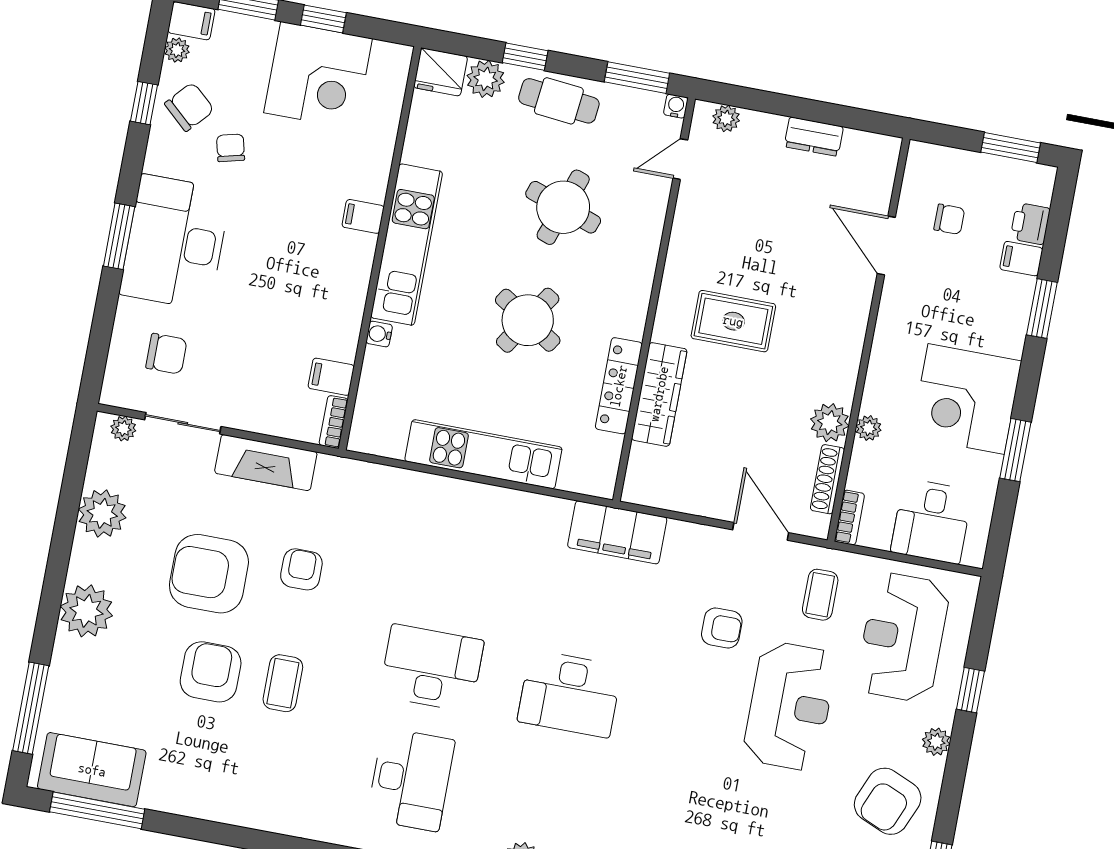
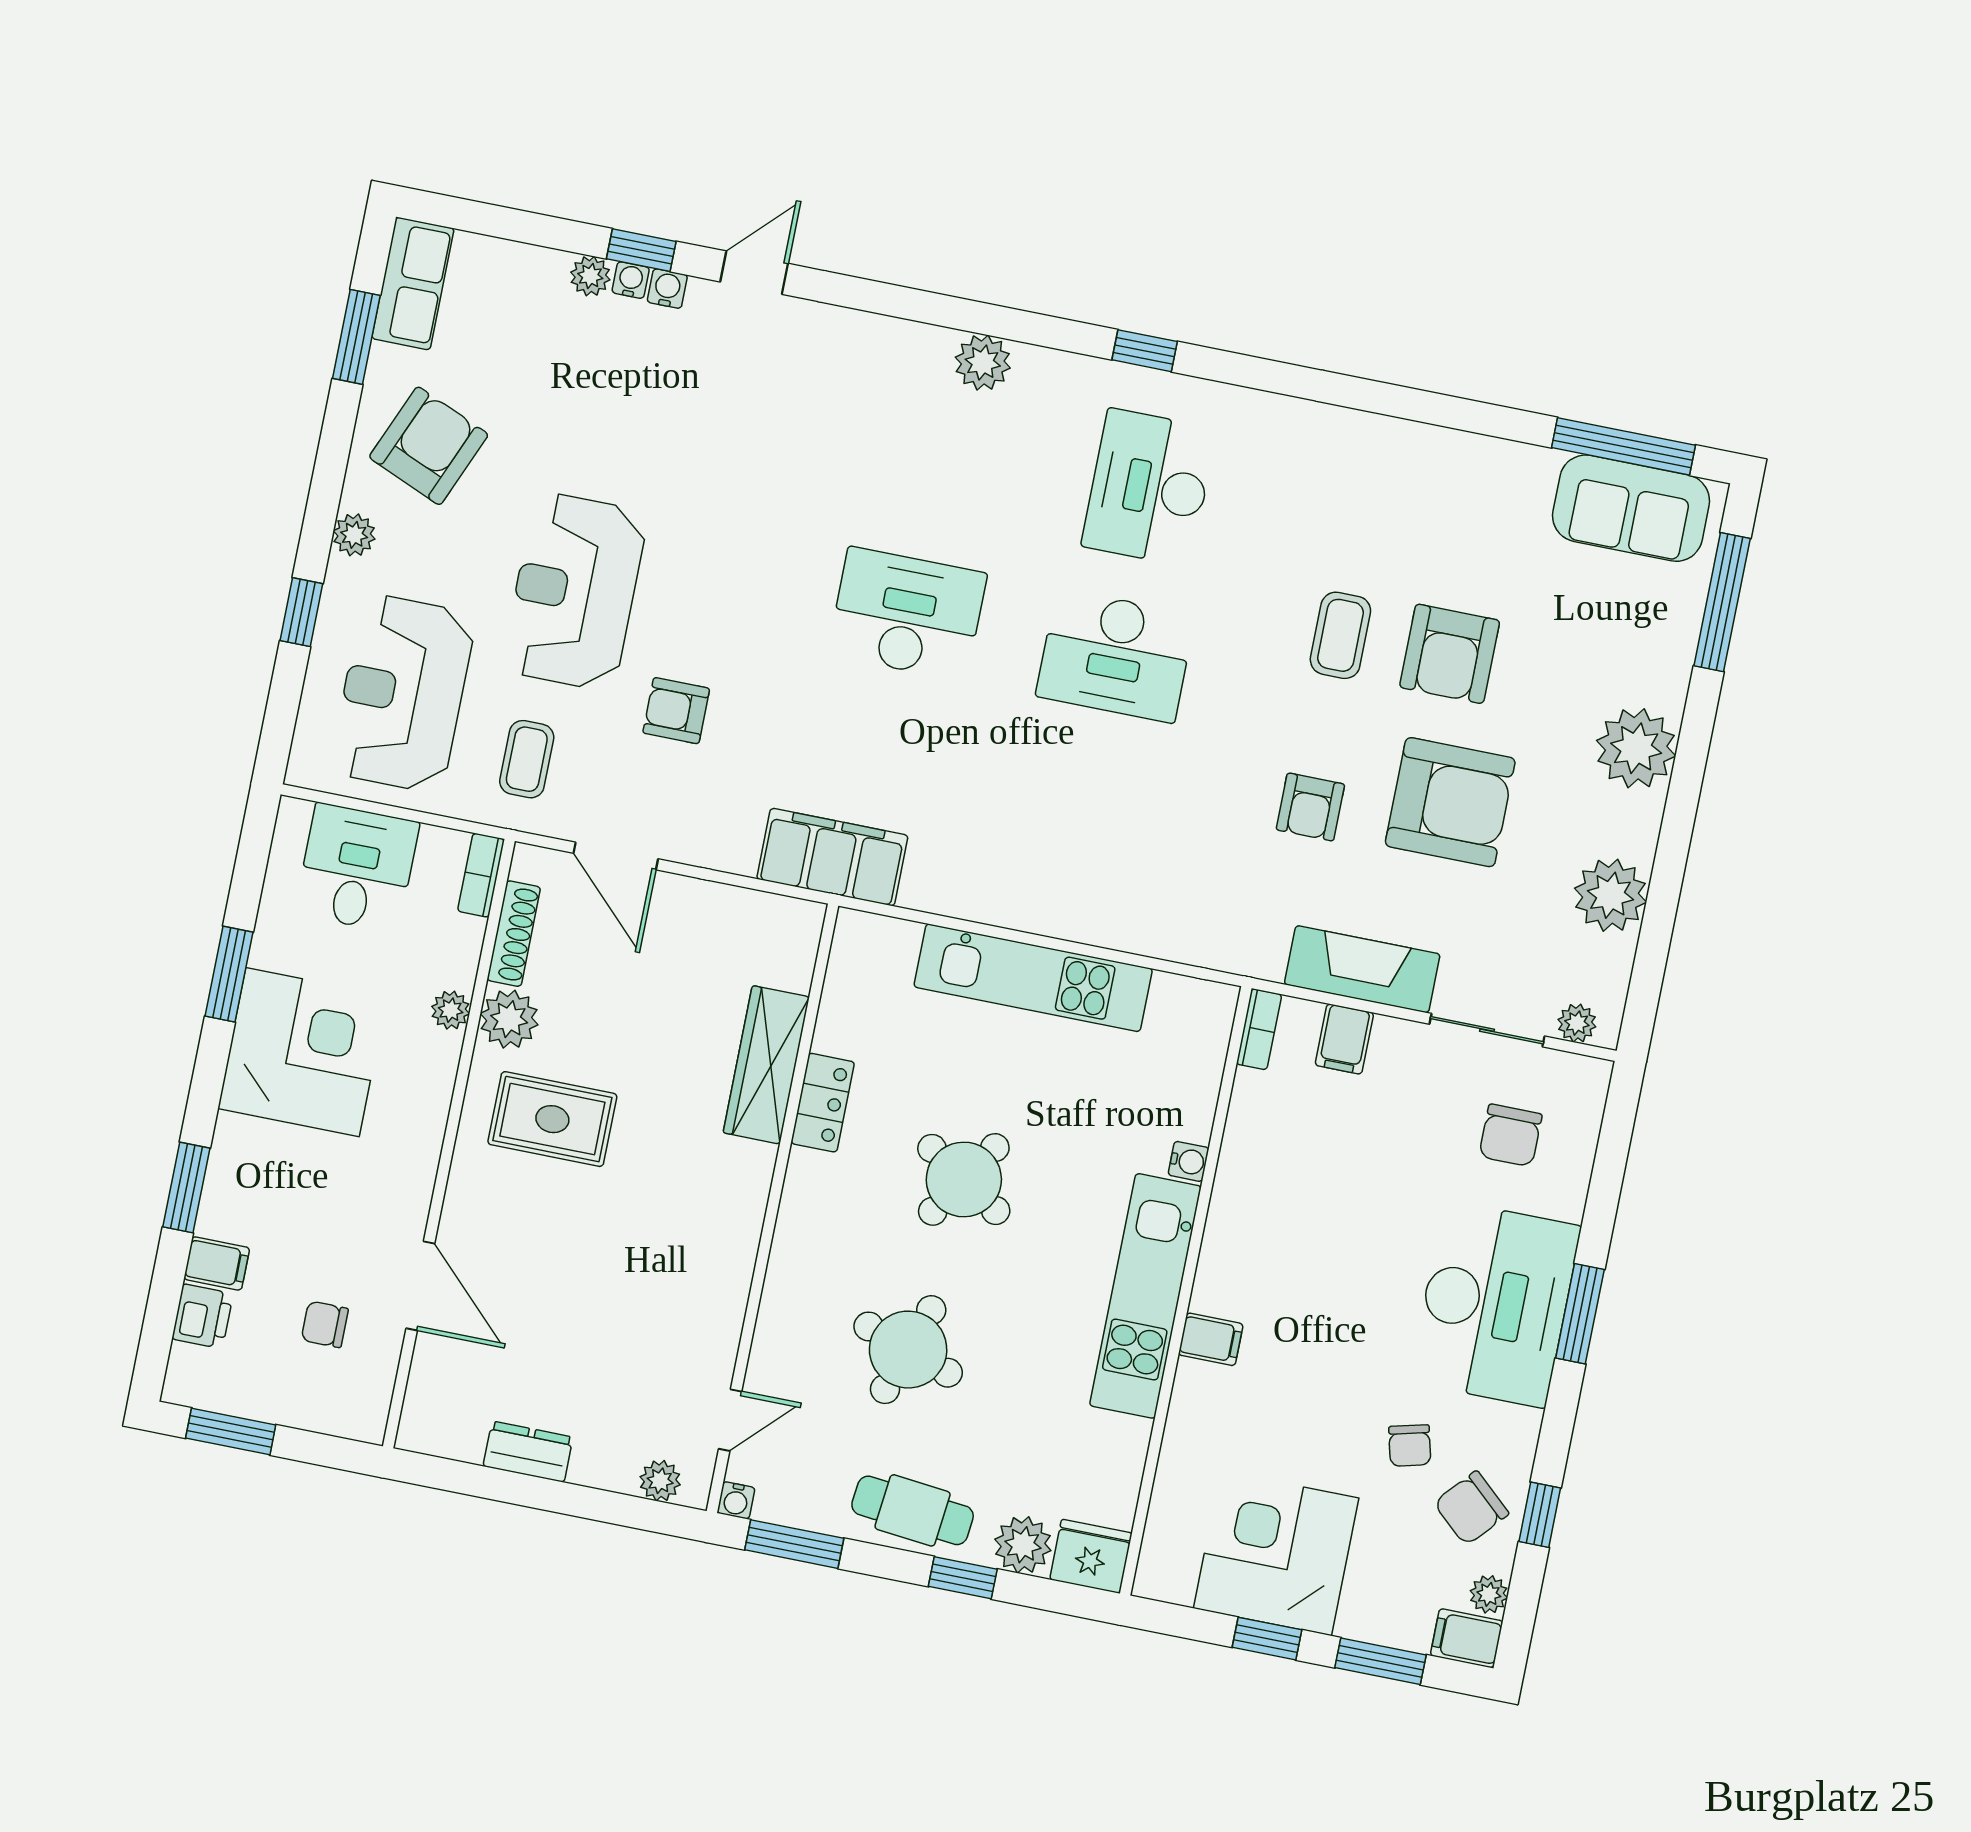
rug: (733, 321) -> (552, 1119), moved
chair: (166, 354) -> (1511, 1135), turned -90
filing cabinet: (331, 377) -> (1344, 1039), moved, turned 90
locker: (619, 386) -> (823, 1103), width x0.66
reception desk: (903, 637) -> (403, 693), turned 180

